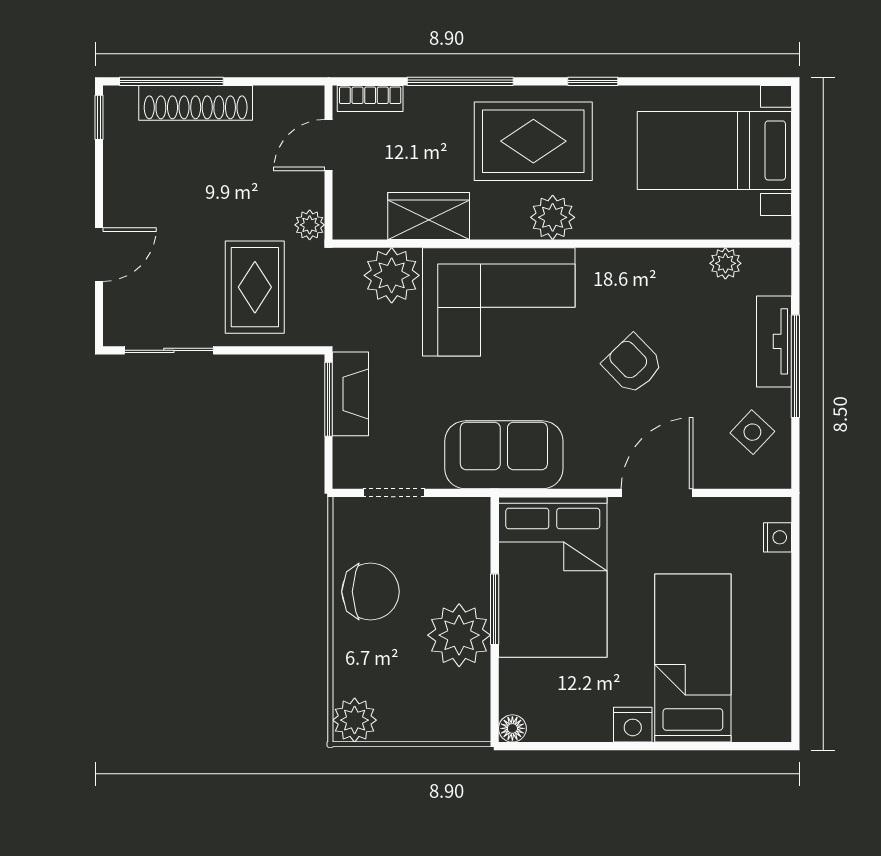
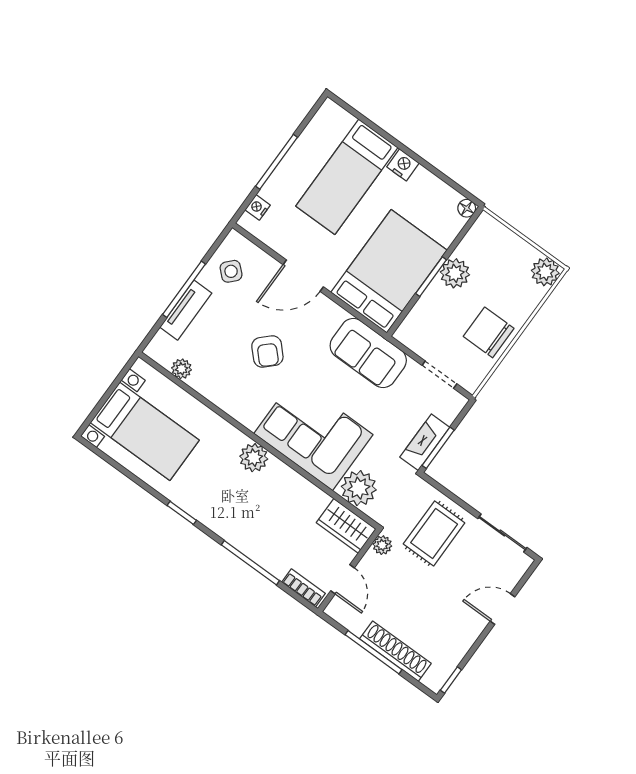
window: (171, 81) -> (374, 652), moved
rug: (533, 141) -> (235, 504), removed
door: (328, 145) -> (343, 579), hinge flipped
wardrobe: (429, 216) -> (346, 526), moved
window: (795, 612) -> (277, 162), added
plant: (459, 635) -> (455, 273), width x0.73, depth x0.73

